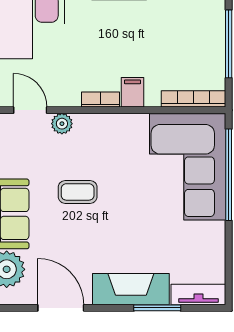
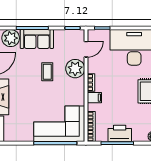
printer: (208, 39) -> (120, 133), added
plant: (62, 124) -> (75, 69), width x1.87, depth x1.87

